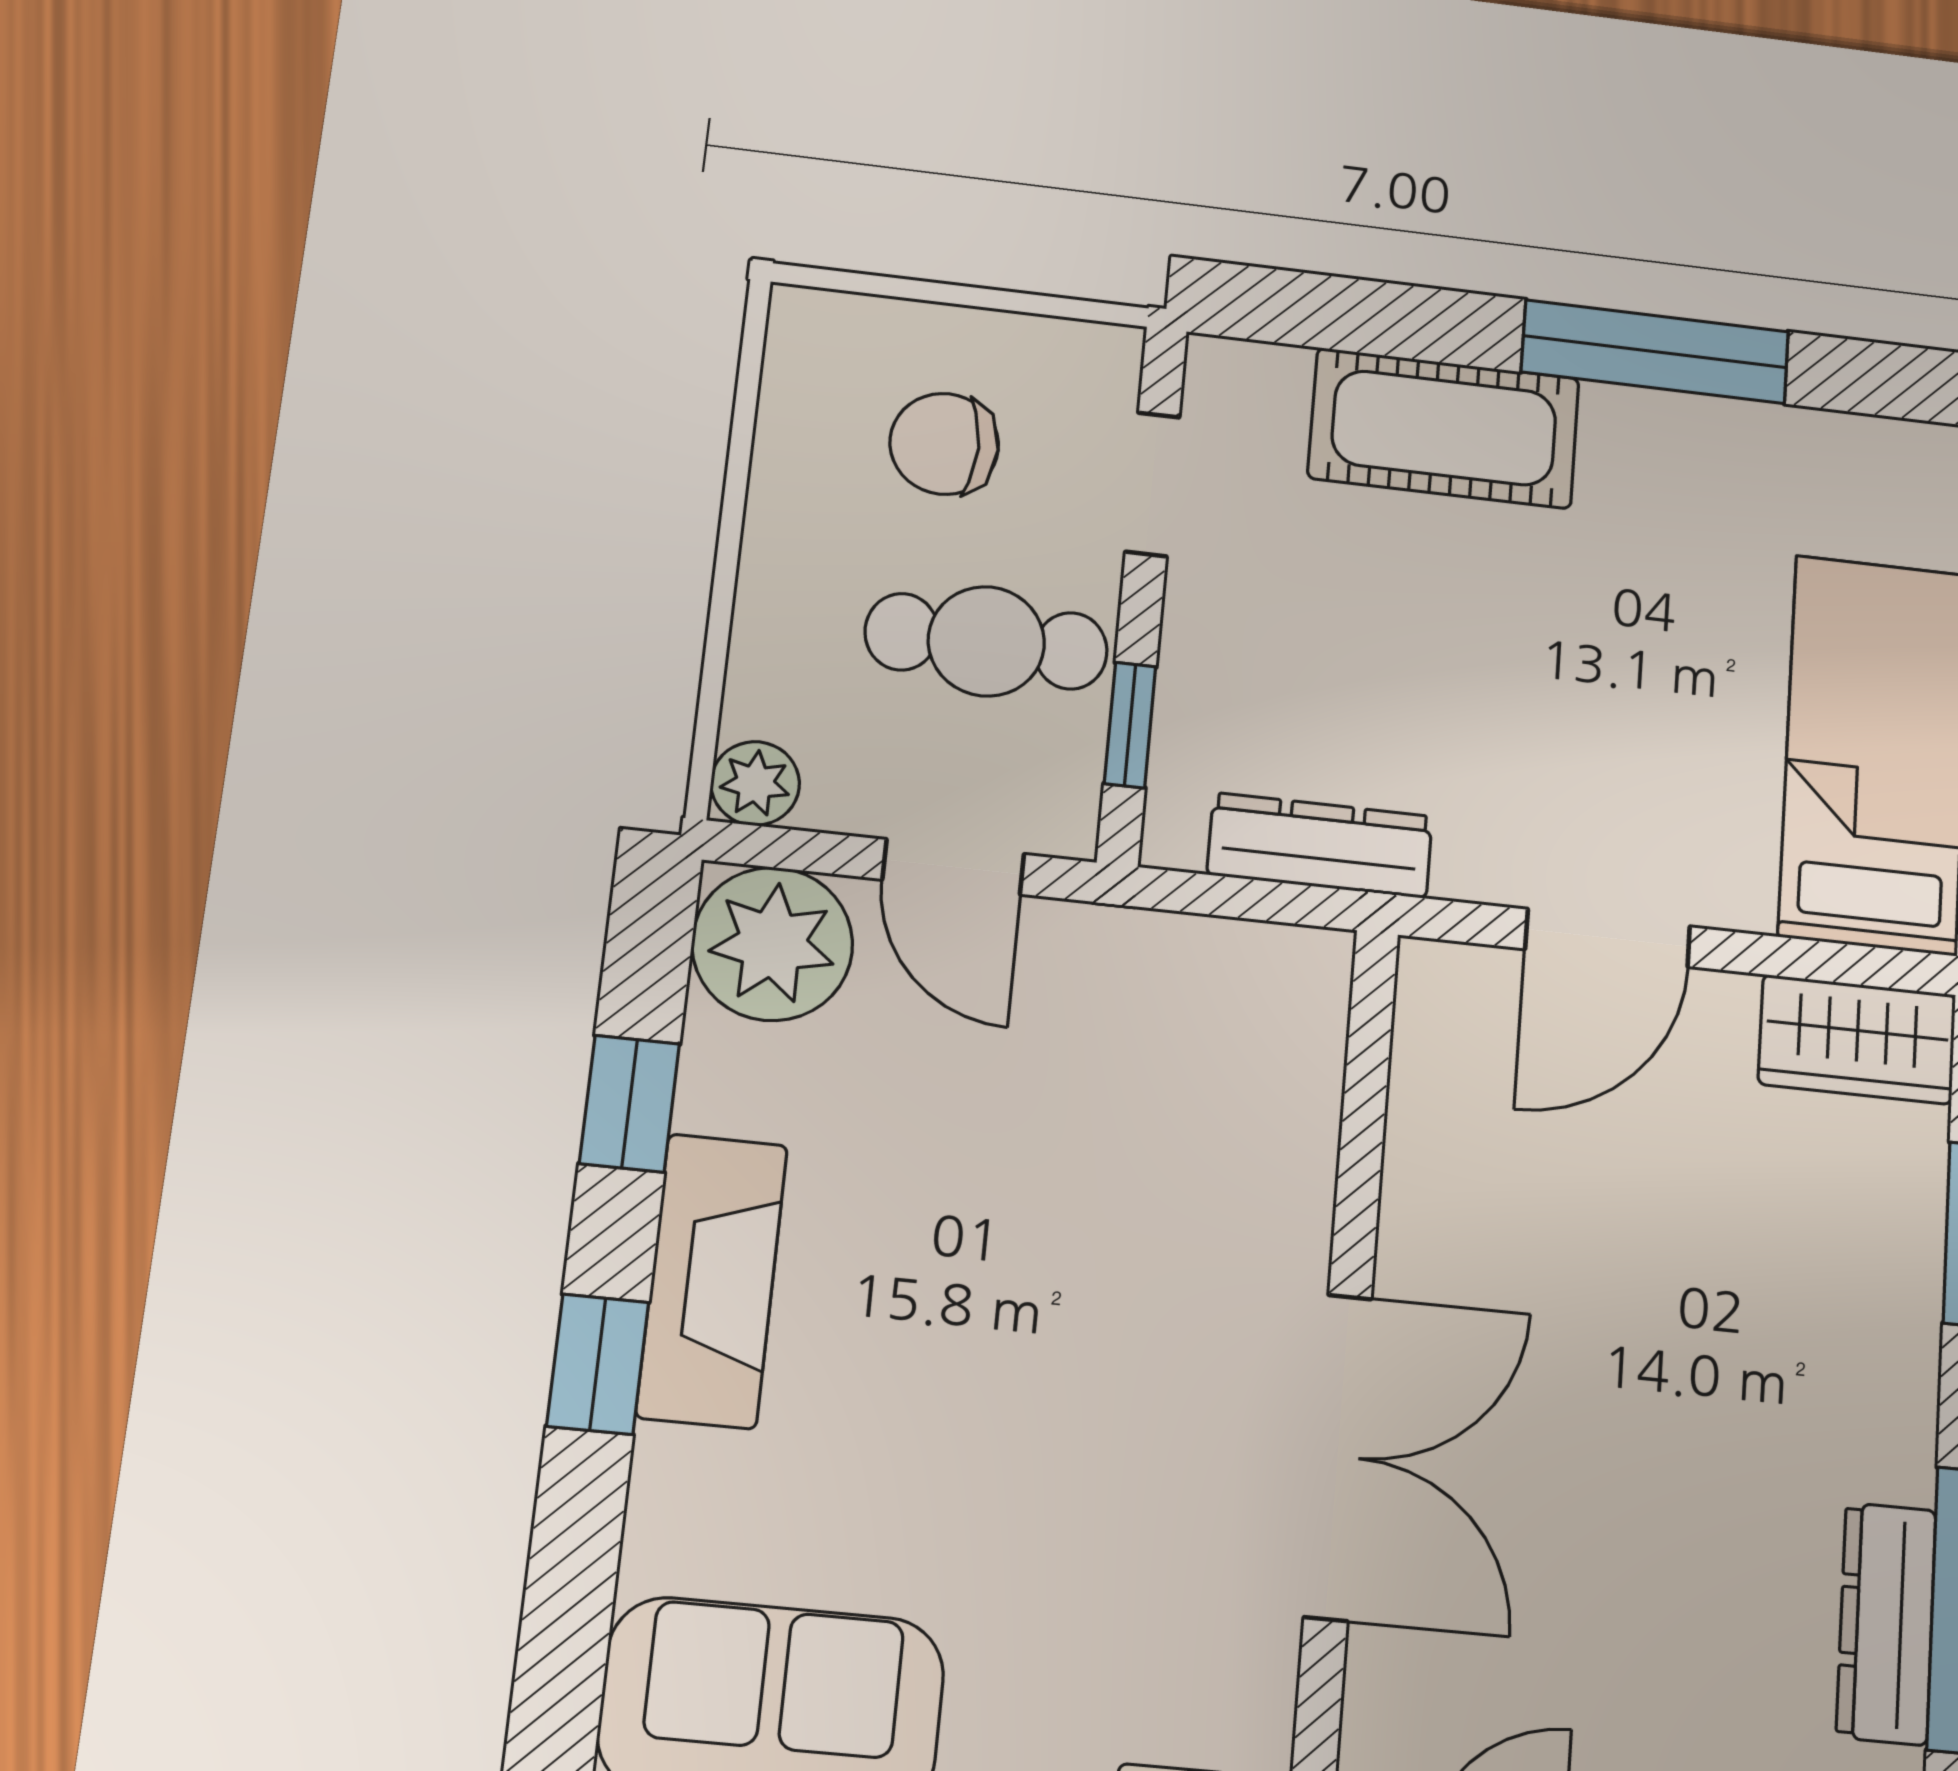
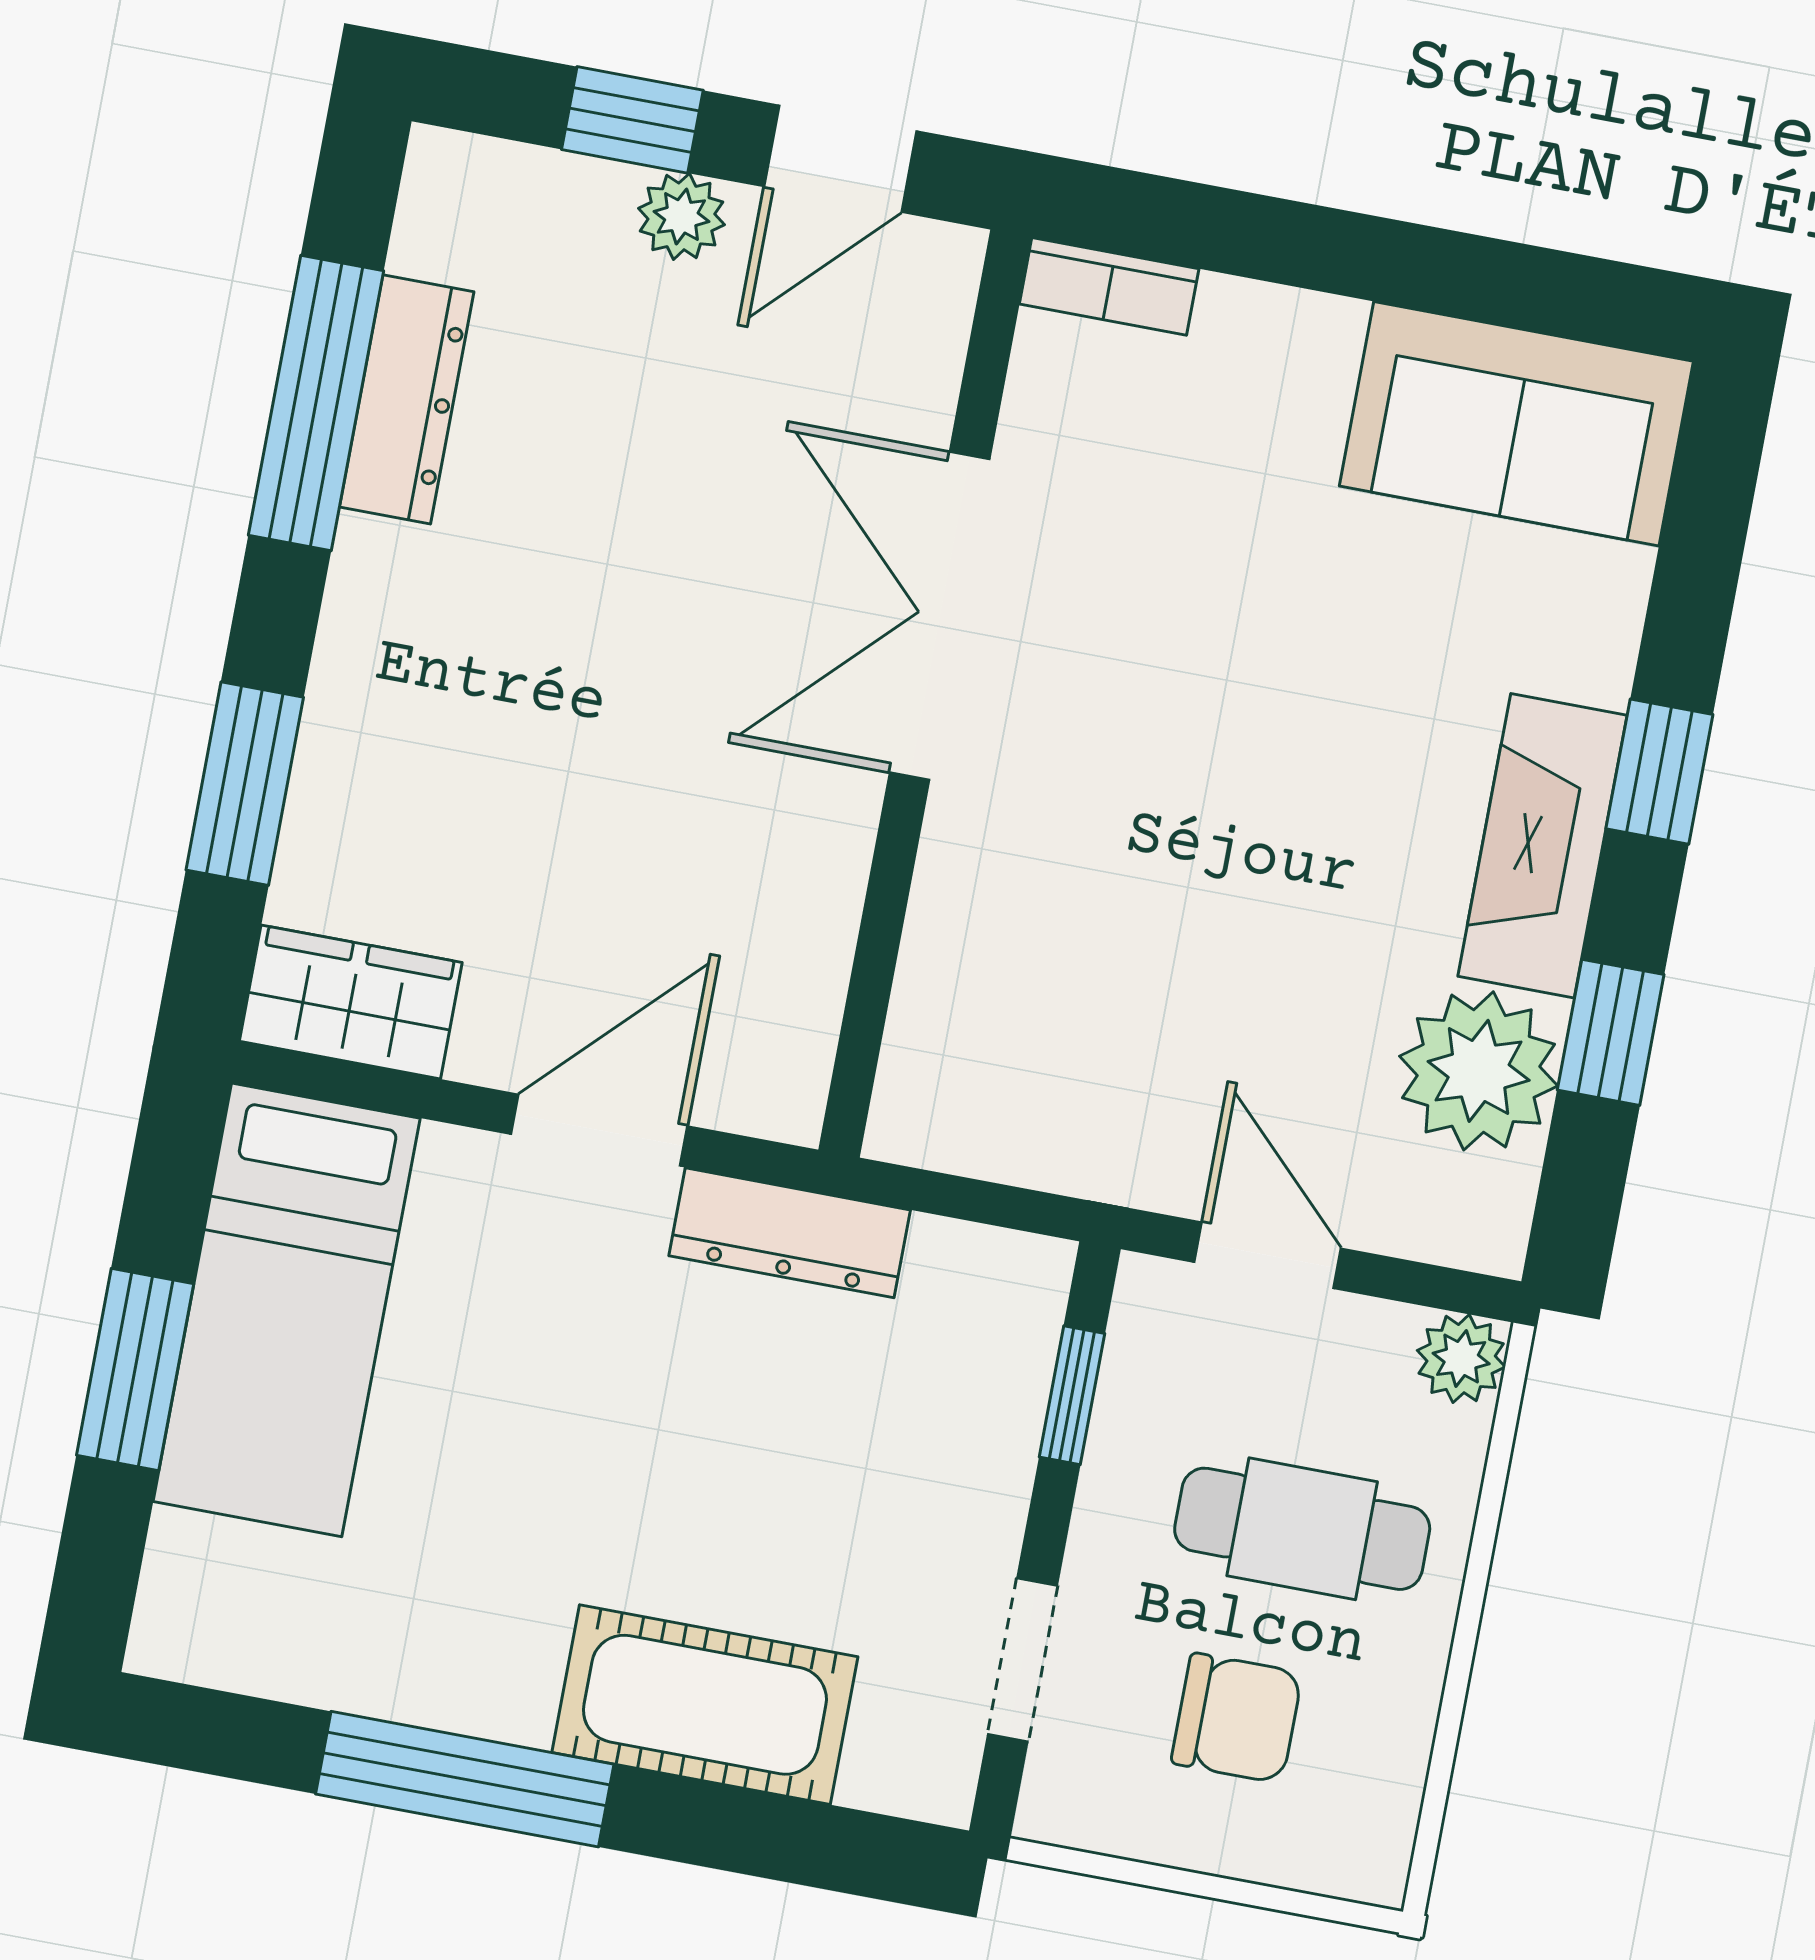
cafe table: (986, 641) -> (1302, 1529), moved
dresser: (1320, 845) -> (790, 1233), moved
plant: (772, 944) -> (1479, 1071), moved

